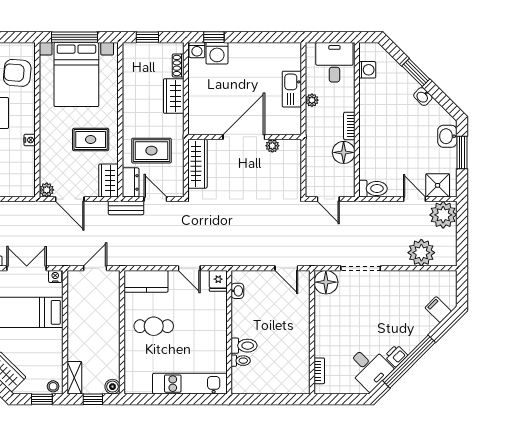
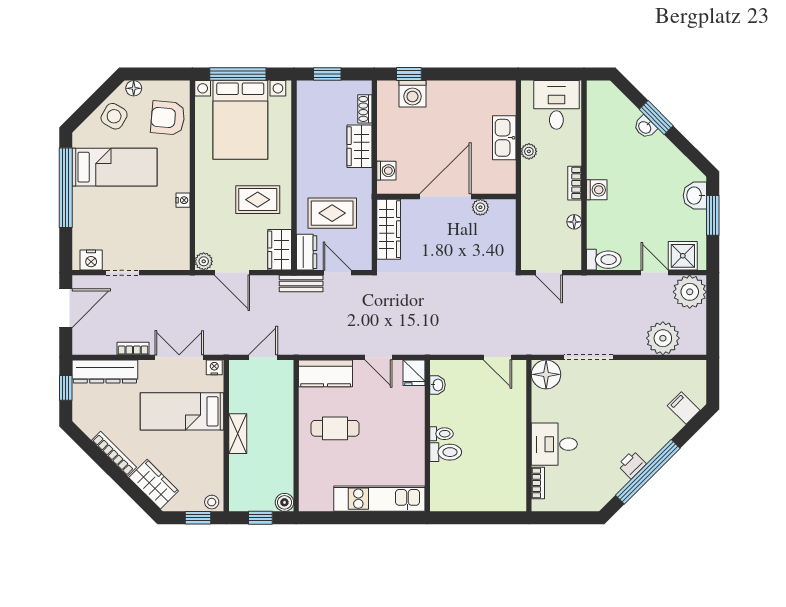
washing machine: (197, 50) -> (386, 171), moved, turned -90
washing machine: (367, 70) -> (597, 190), moved
washbasin: (423, 96) -> (645, 127), moved
floor lamp: (344, 152) -> (574, 222), width x0.53, depth x0.53
toilet: (241, 361) -> (441, 434), moved
desk: (369, 368) -> (554, 444), moved, turned 135
shelving: (74, 378) -> (238, 434), moved

